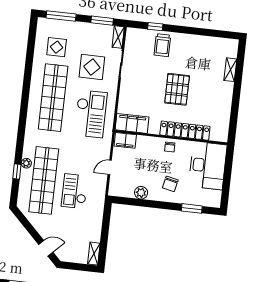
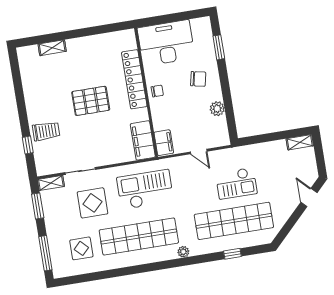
plant: (26, 163) -> (183, 252), moved

